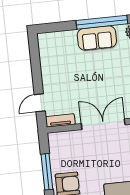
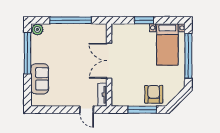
sofa: (97, 38) -> (40, 79), moved

